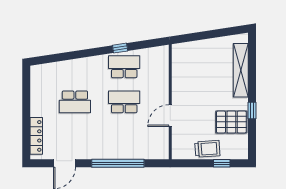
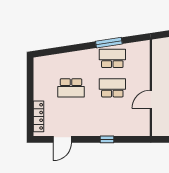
window: (120, 48) -> (109, 43), width x2.17
window: (118, 163) -> (107, 139), width x0.32

